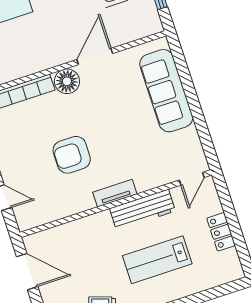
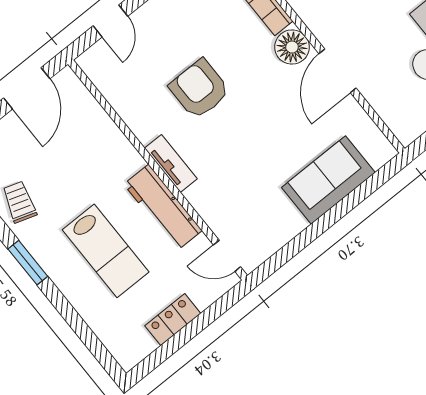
door: (95, 57) -> (338, 71), swing flipped
sofa: (166, 91) -> (328, 180), width x0.73
lab bench: (157, 260) -> (106, 251), turned 180

